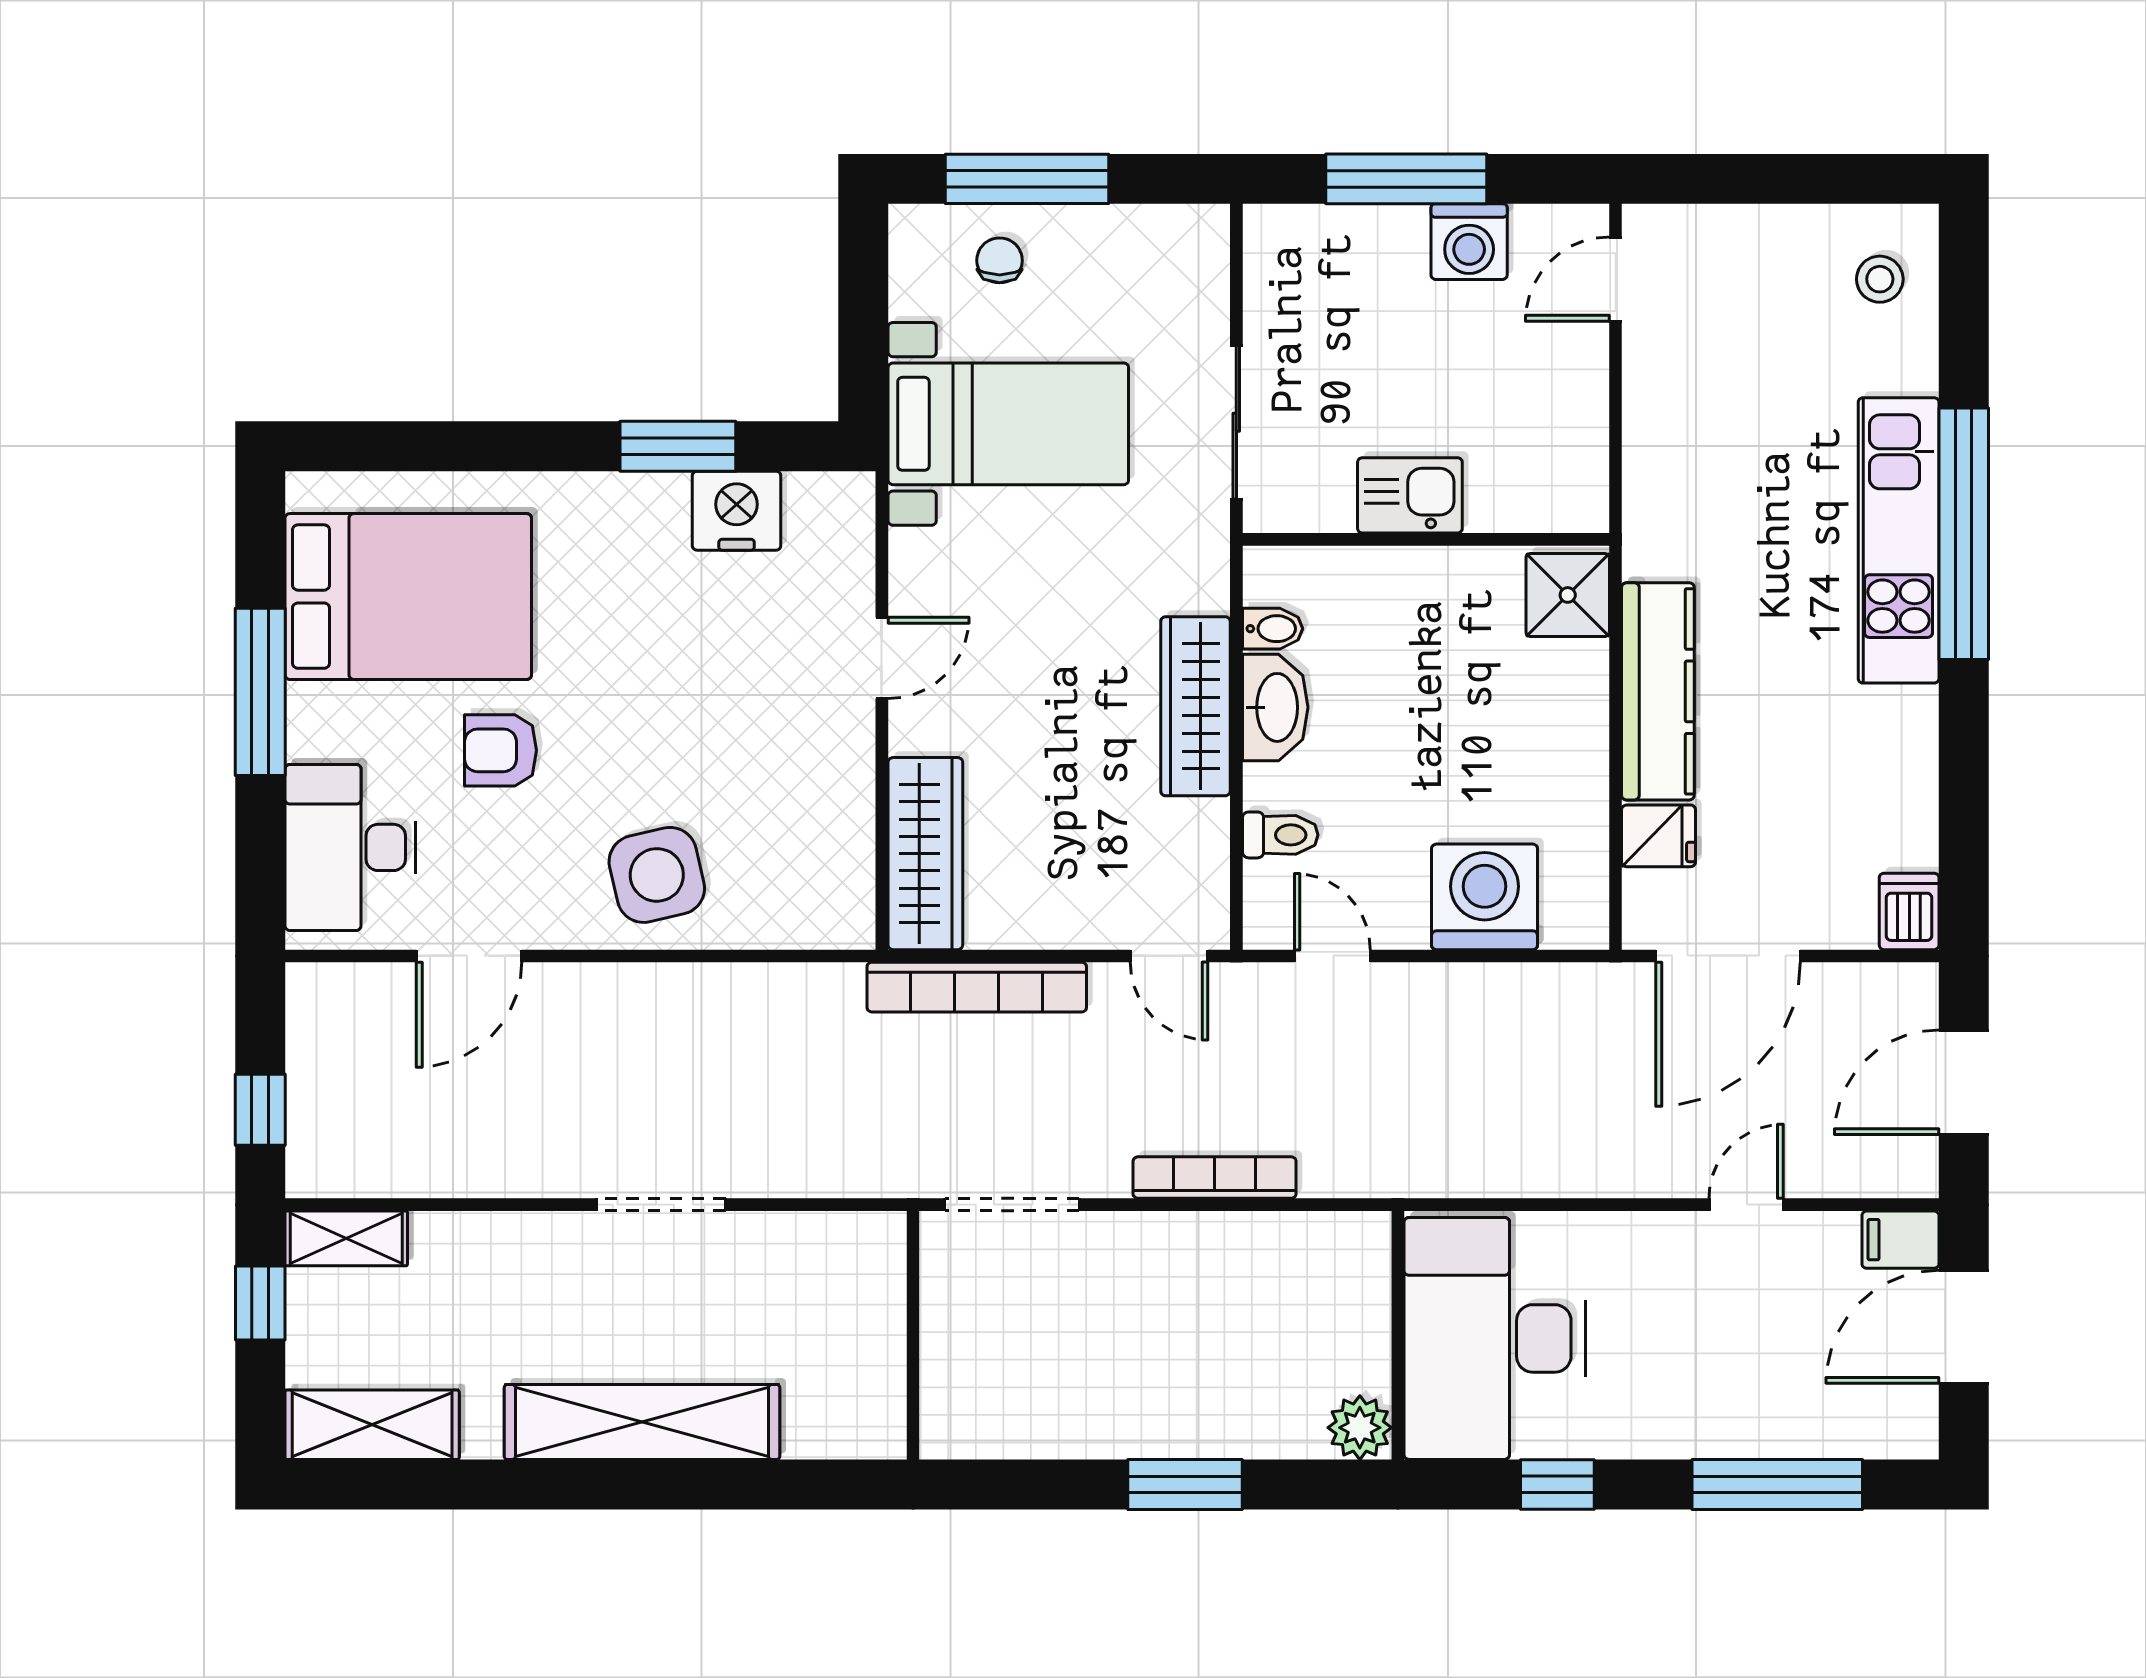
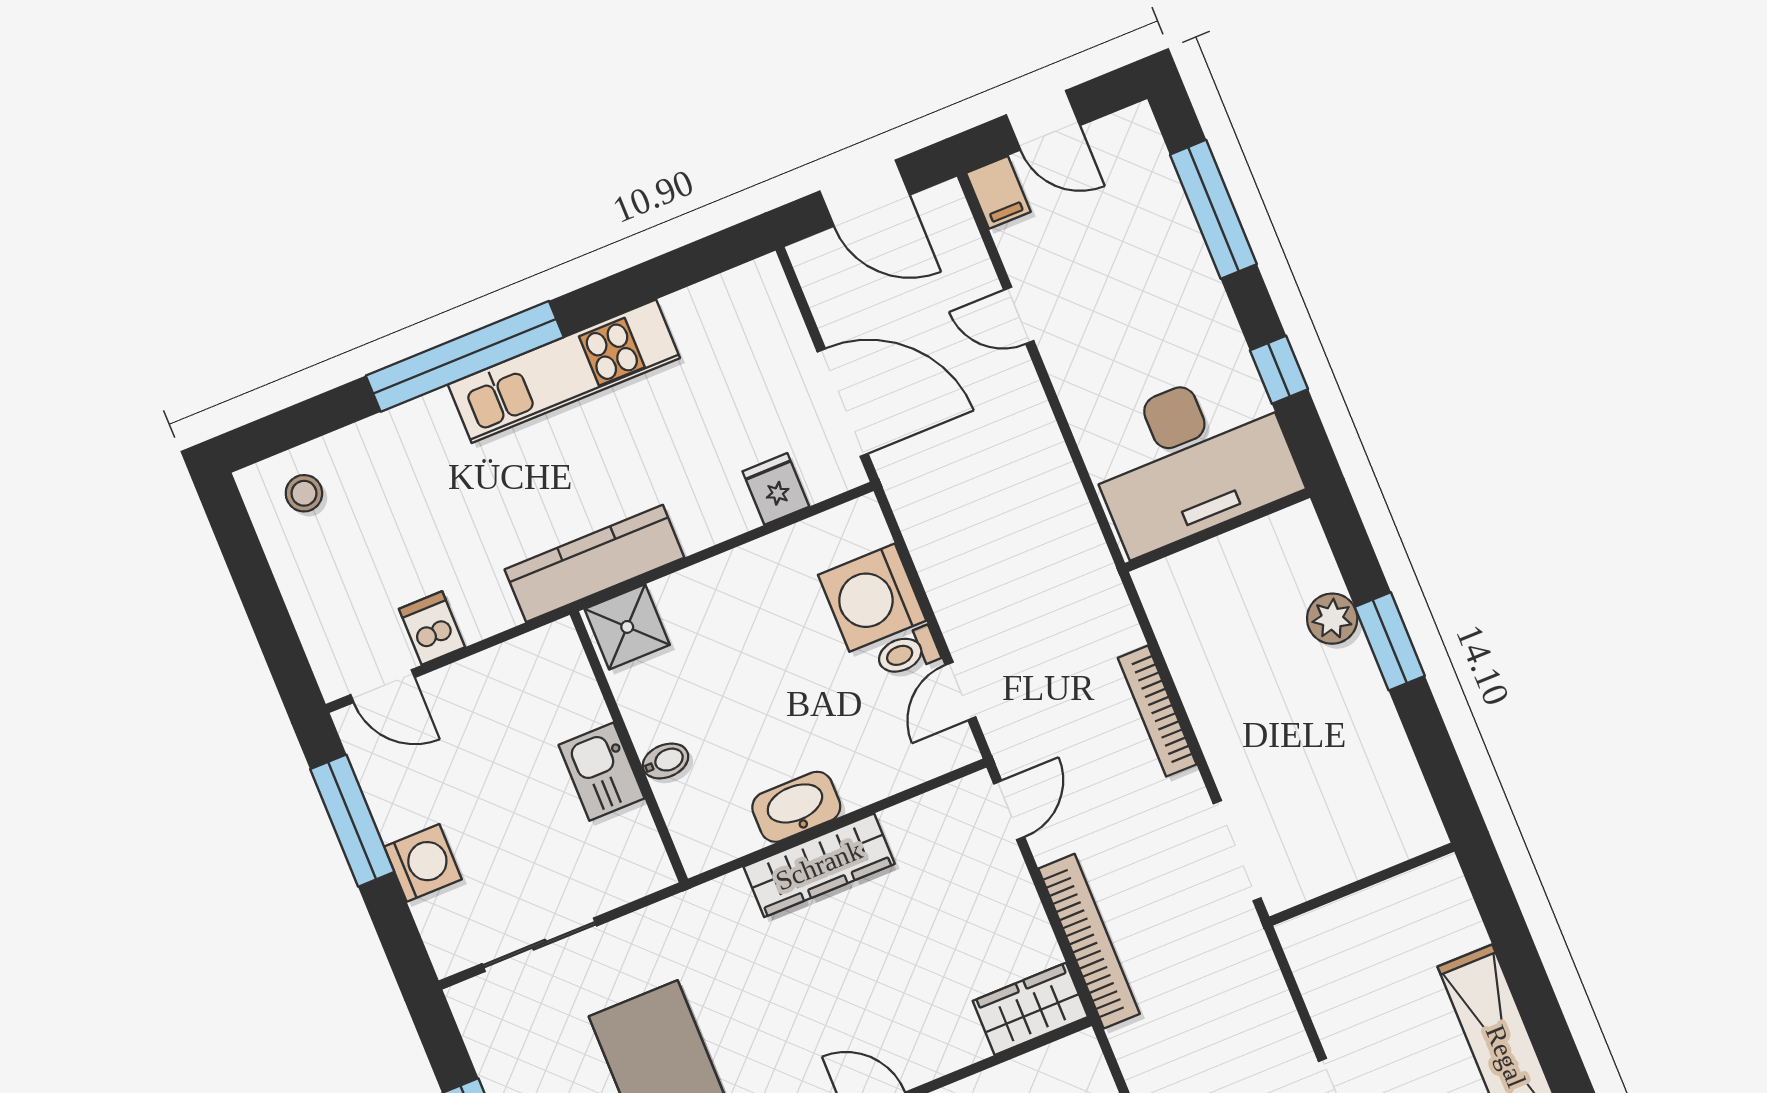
window: (1406, 179) -> (352, 821), moved
washing machine: (1469, 242) -> (423, 863), moved
sliding door: (1236, 422) -> (539, 945), moved
kitchen unit: (1899, 540) -> (564, 371), moved
bidet: (1273, 629) -> (665, 761), moved, turned 90
kitchen counter: (1658, 691) -> (594, 563), moved
toilet: (1280, 835) -> (907, 652), moved, turned -90
wardrobe: (925, 854) -> (1030, 1009), width x0.67
dishwasher: (1909, 911) -> (432, 628), moved, turned 90
door: (1964, 1327) -> (1043, 120), width x0.73
plant: (1360, 1428) -> (1332, 619), moved

